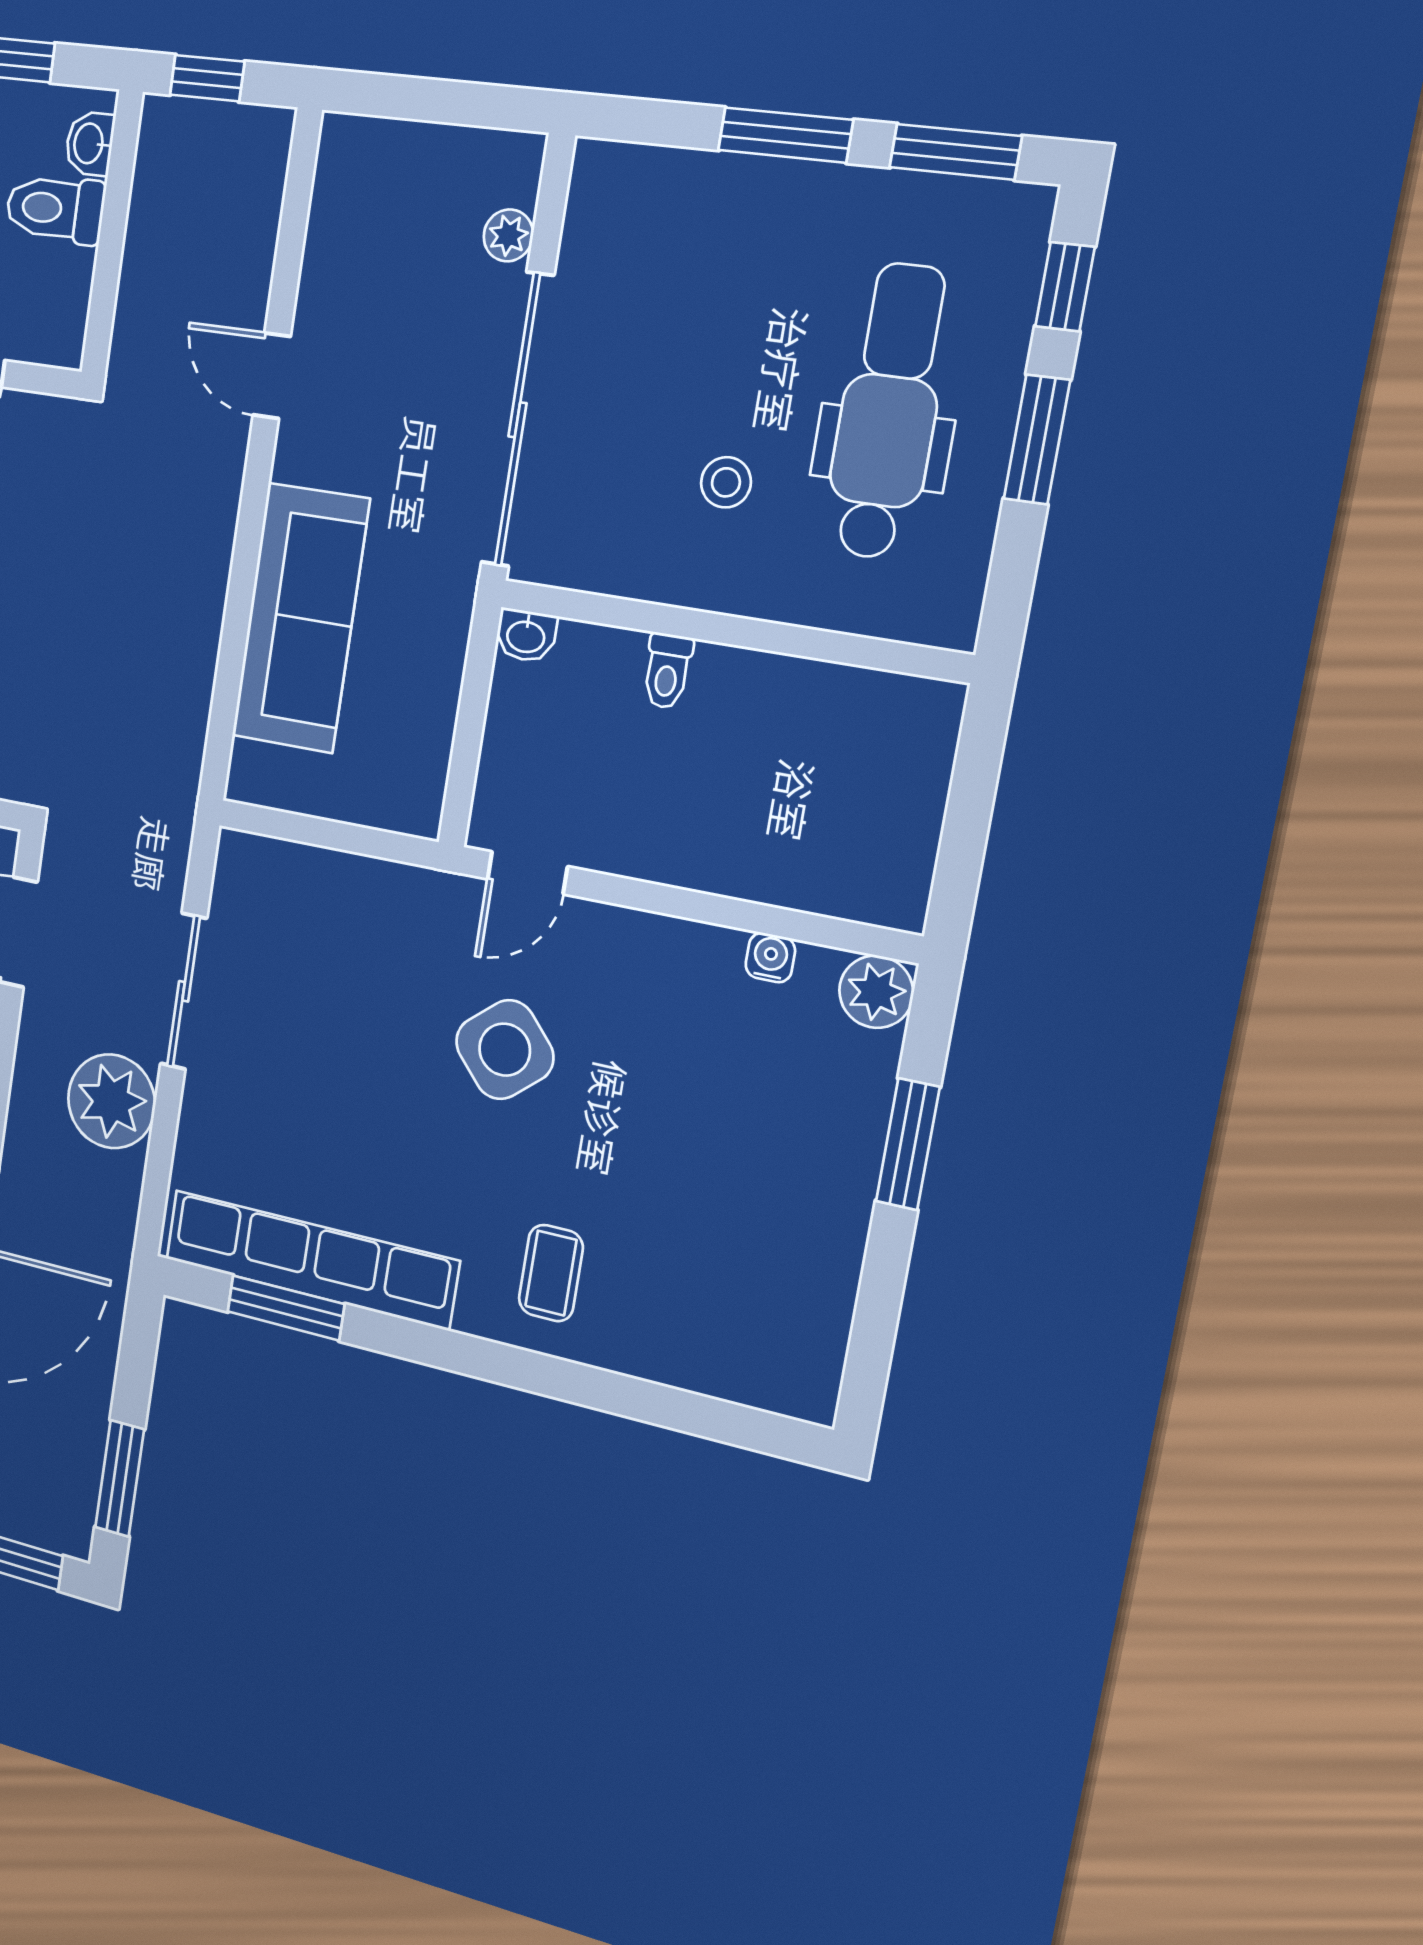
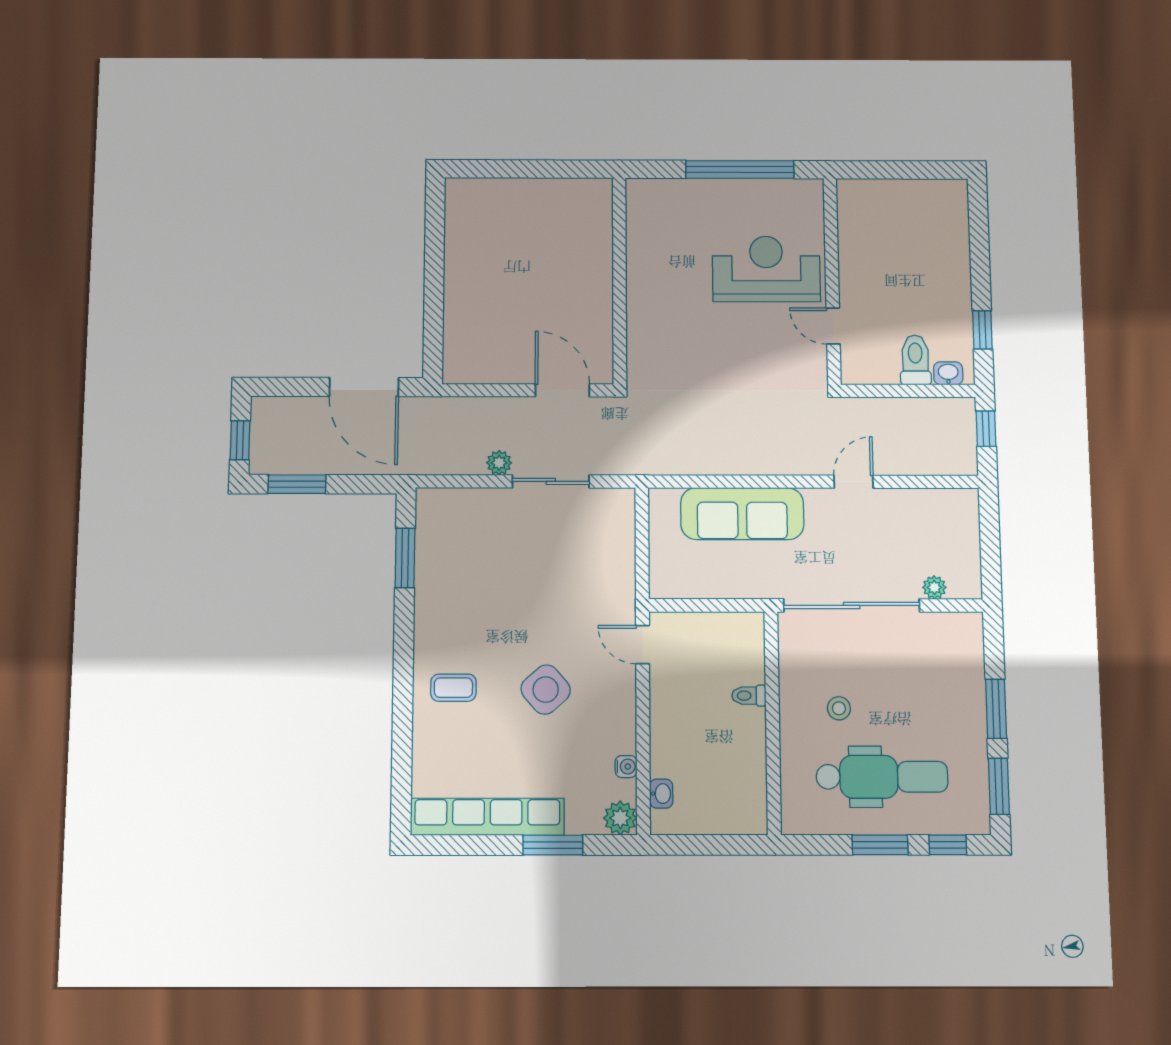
washbasin: (526, 635) -> (661, 794), moved, turned 180
side table: (505, 1050) -> (546, 690), moved
plant: (111, 1101) -> (499, 463), width x0.53, depth x0.53
row of seats: (311, 1260) -> (487, 817), moved, turned -90

